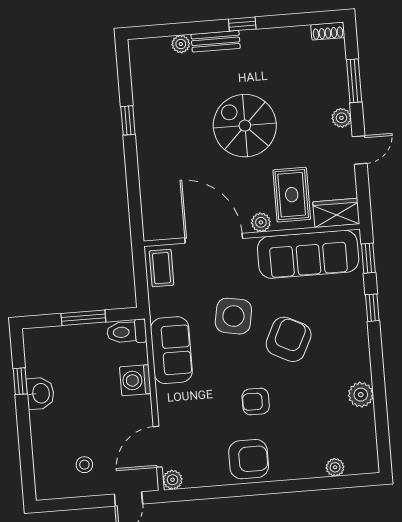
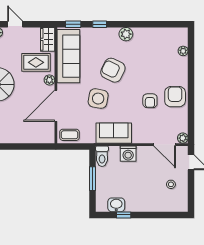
washbasin: (40, 393) -> (116, 205), moved
plant: (361, 395) -> (126, 34), moved
armchair: (256, 401) -> (150, 101), moved

